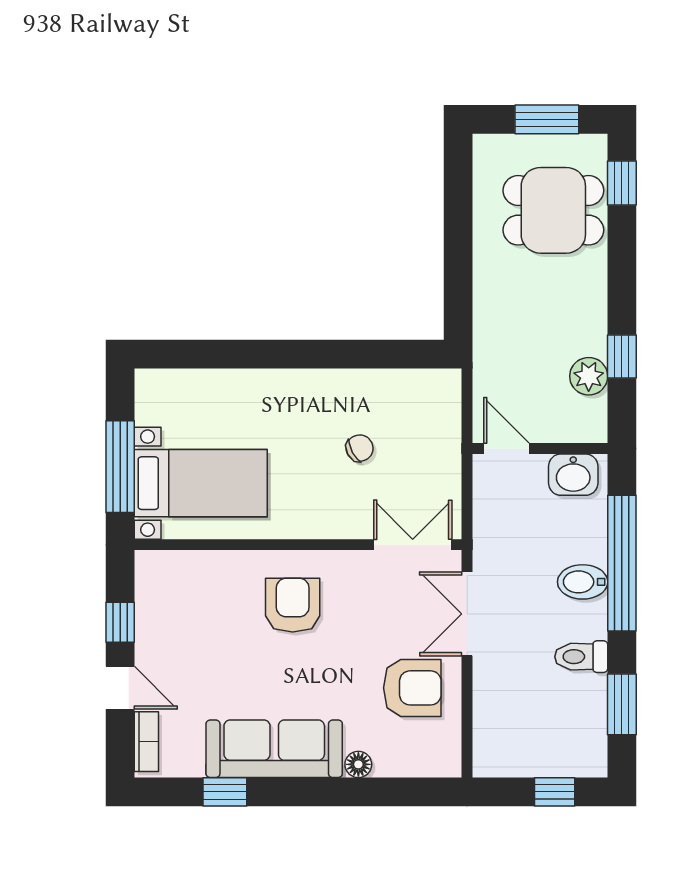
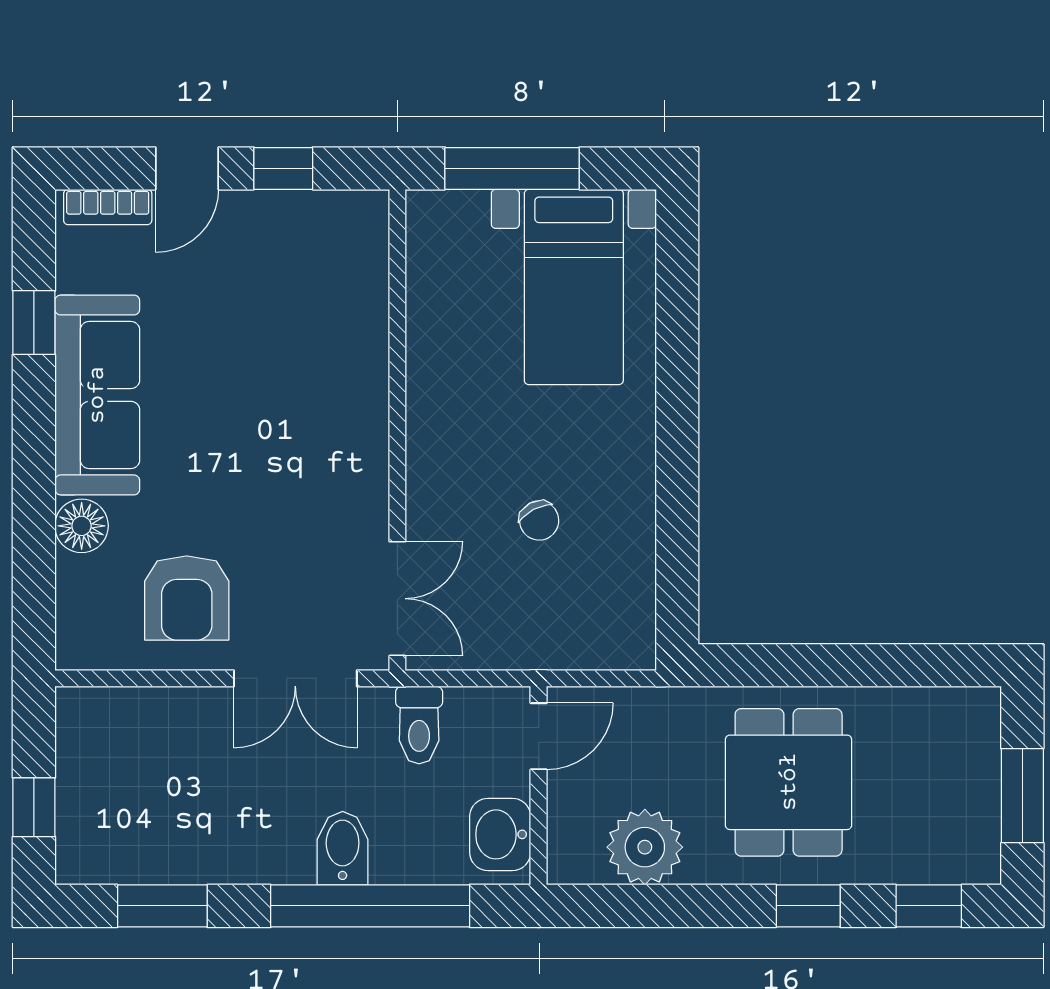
dining table: (553, 210) -> (789, 782), moved
window: (622, 356) -> (808, 906), moved
plant: (589, 376) -> (645, 847), width x1.36, depth x1.36
bed with nightstands: (201, 483) -> (574, 287), moved
armchair: (293, 605) -> (308, 422), removed
double door: (467, 614) -> (295, 678), swing flipped
toilet: (581, 657) -> (419, 725), moved, turned 180
floor lamp: (358, 764) -> (82, 526), width x1.37, depth x1.37

